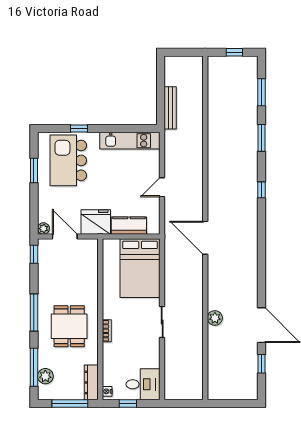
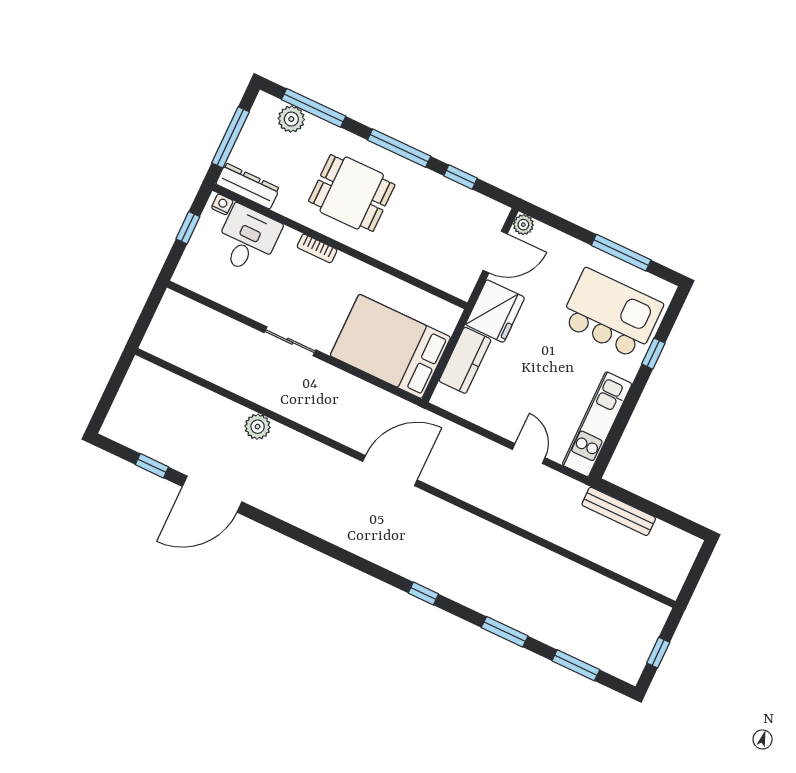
window: (34, 170) -> (621, 253), width x1.44
door: (162, 187) -> (529, 454), moved
window: (34, 254) -> (461, 177), moved
desk: (143, 384) -> (247, 239), moved, turned 180

